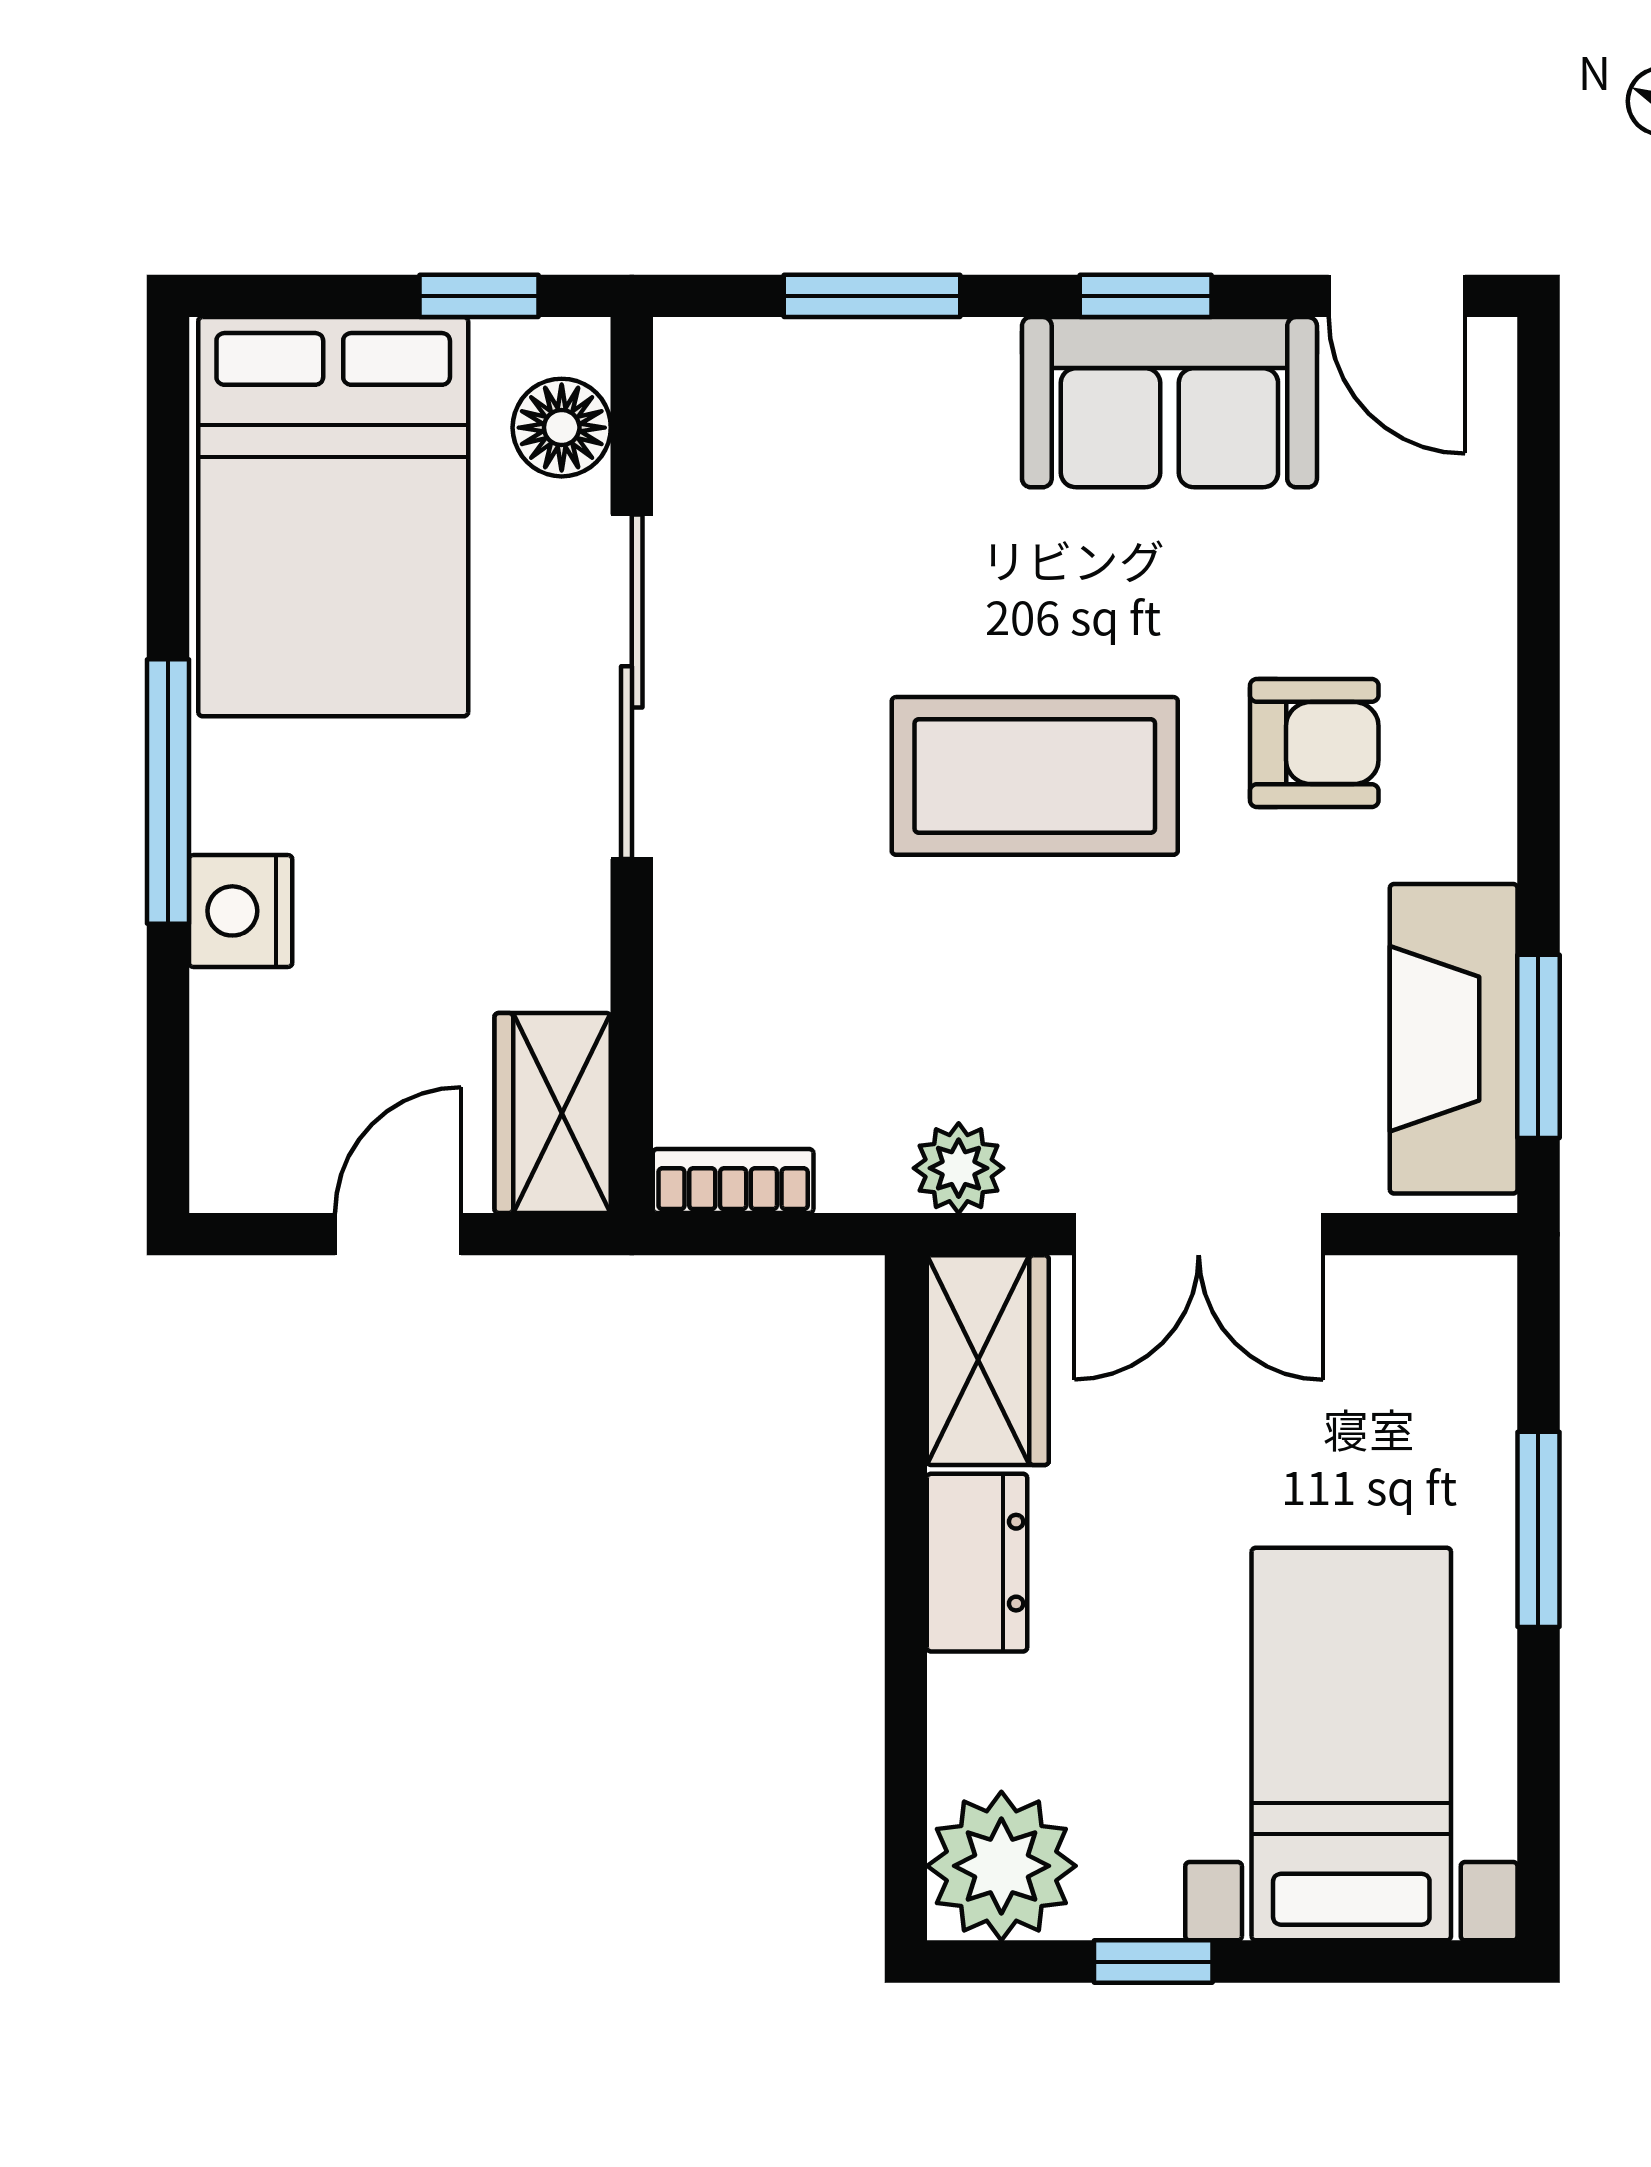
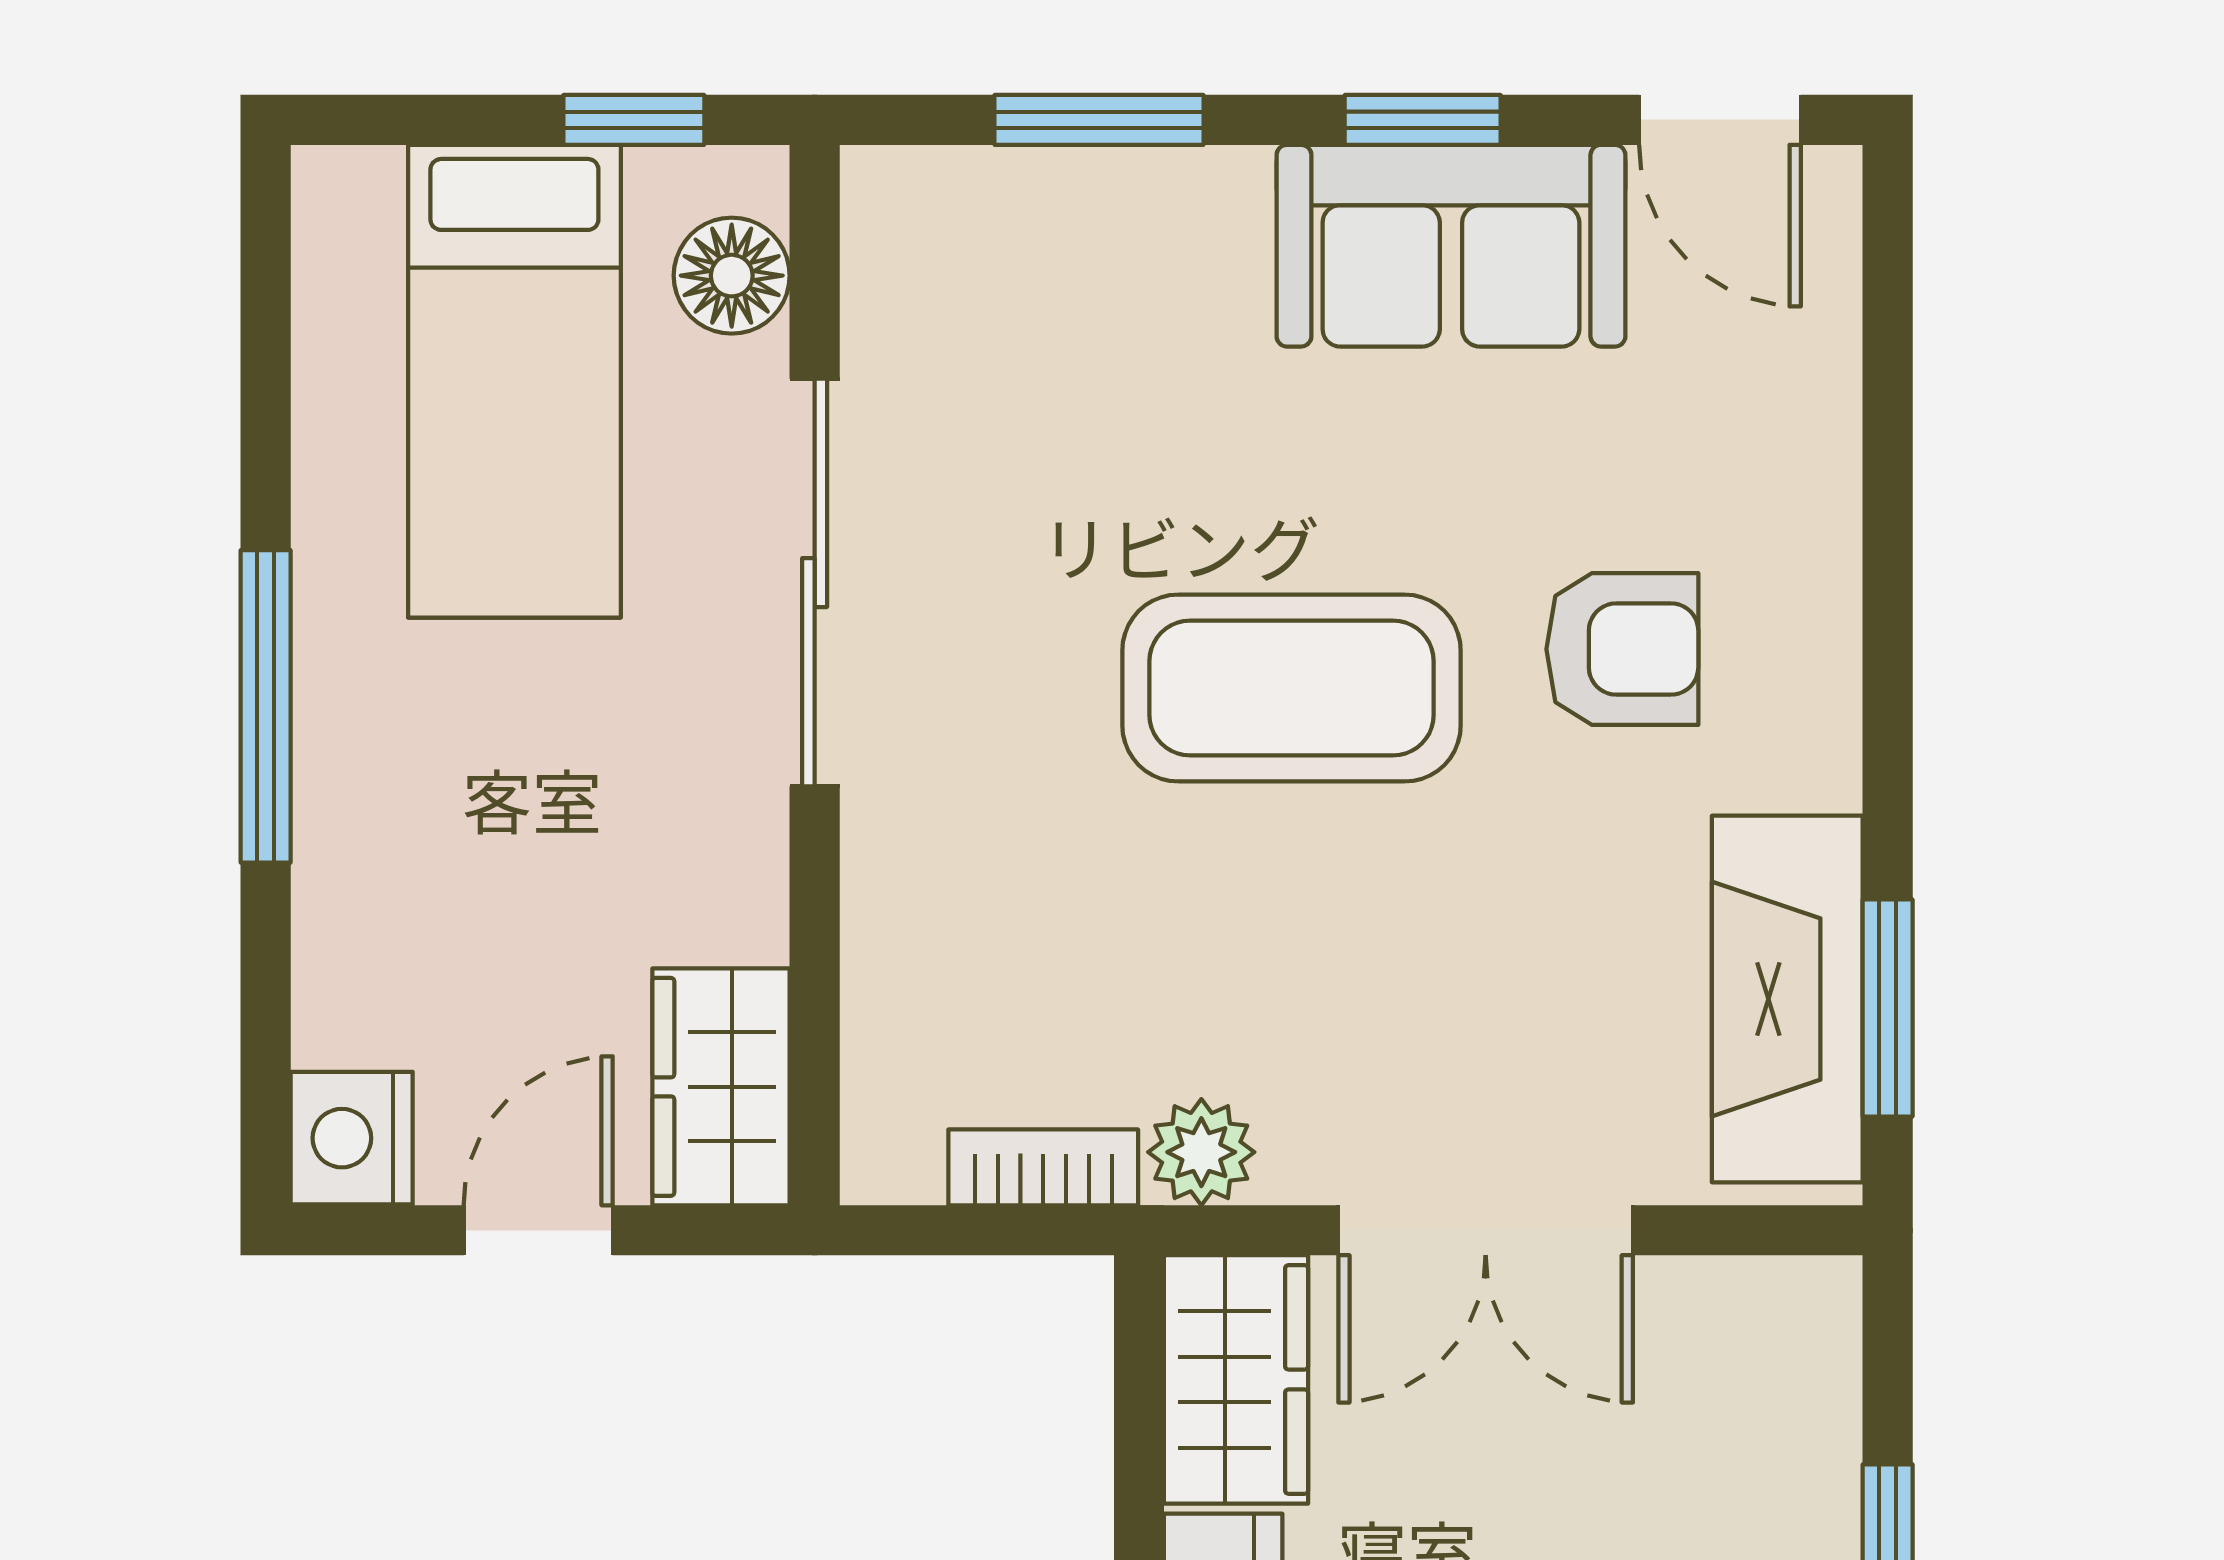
bed: (333, 517) -> (514, 381), width x0.67
nightstand: (241, 911) -> (352, 1138), moved
bookcase: (733, 1181) -> (1043, 1167), moved

